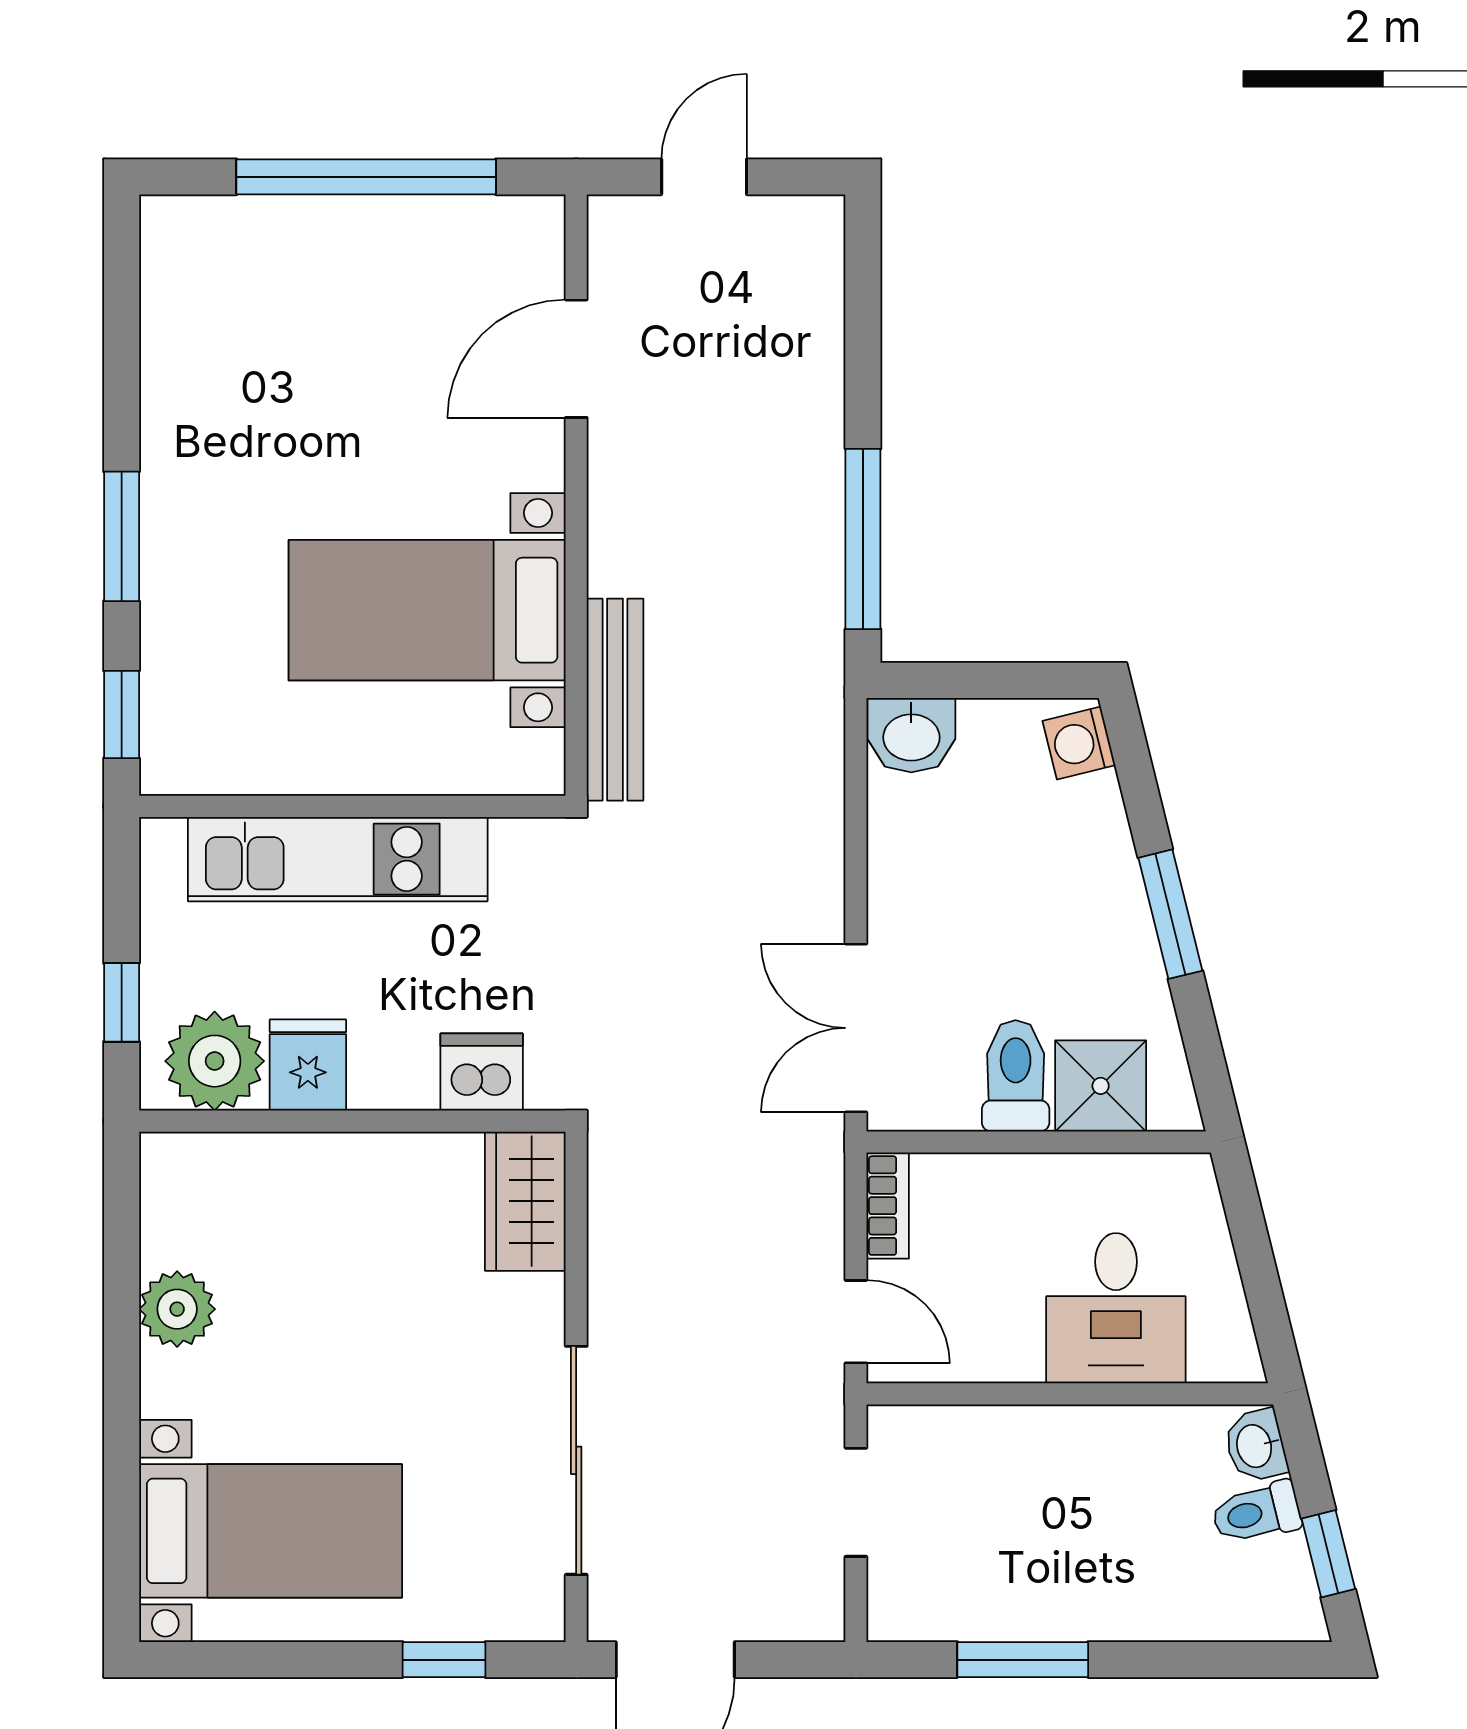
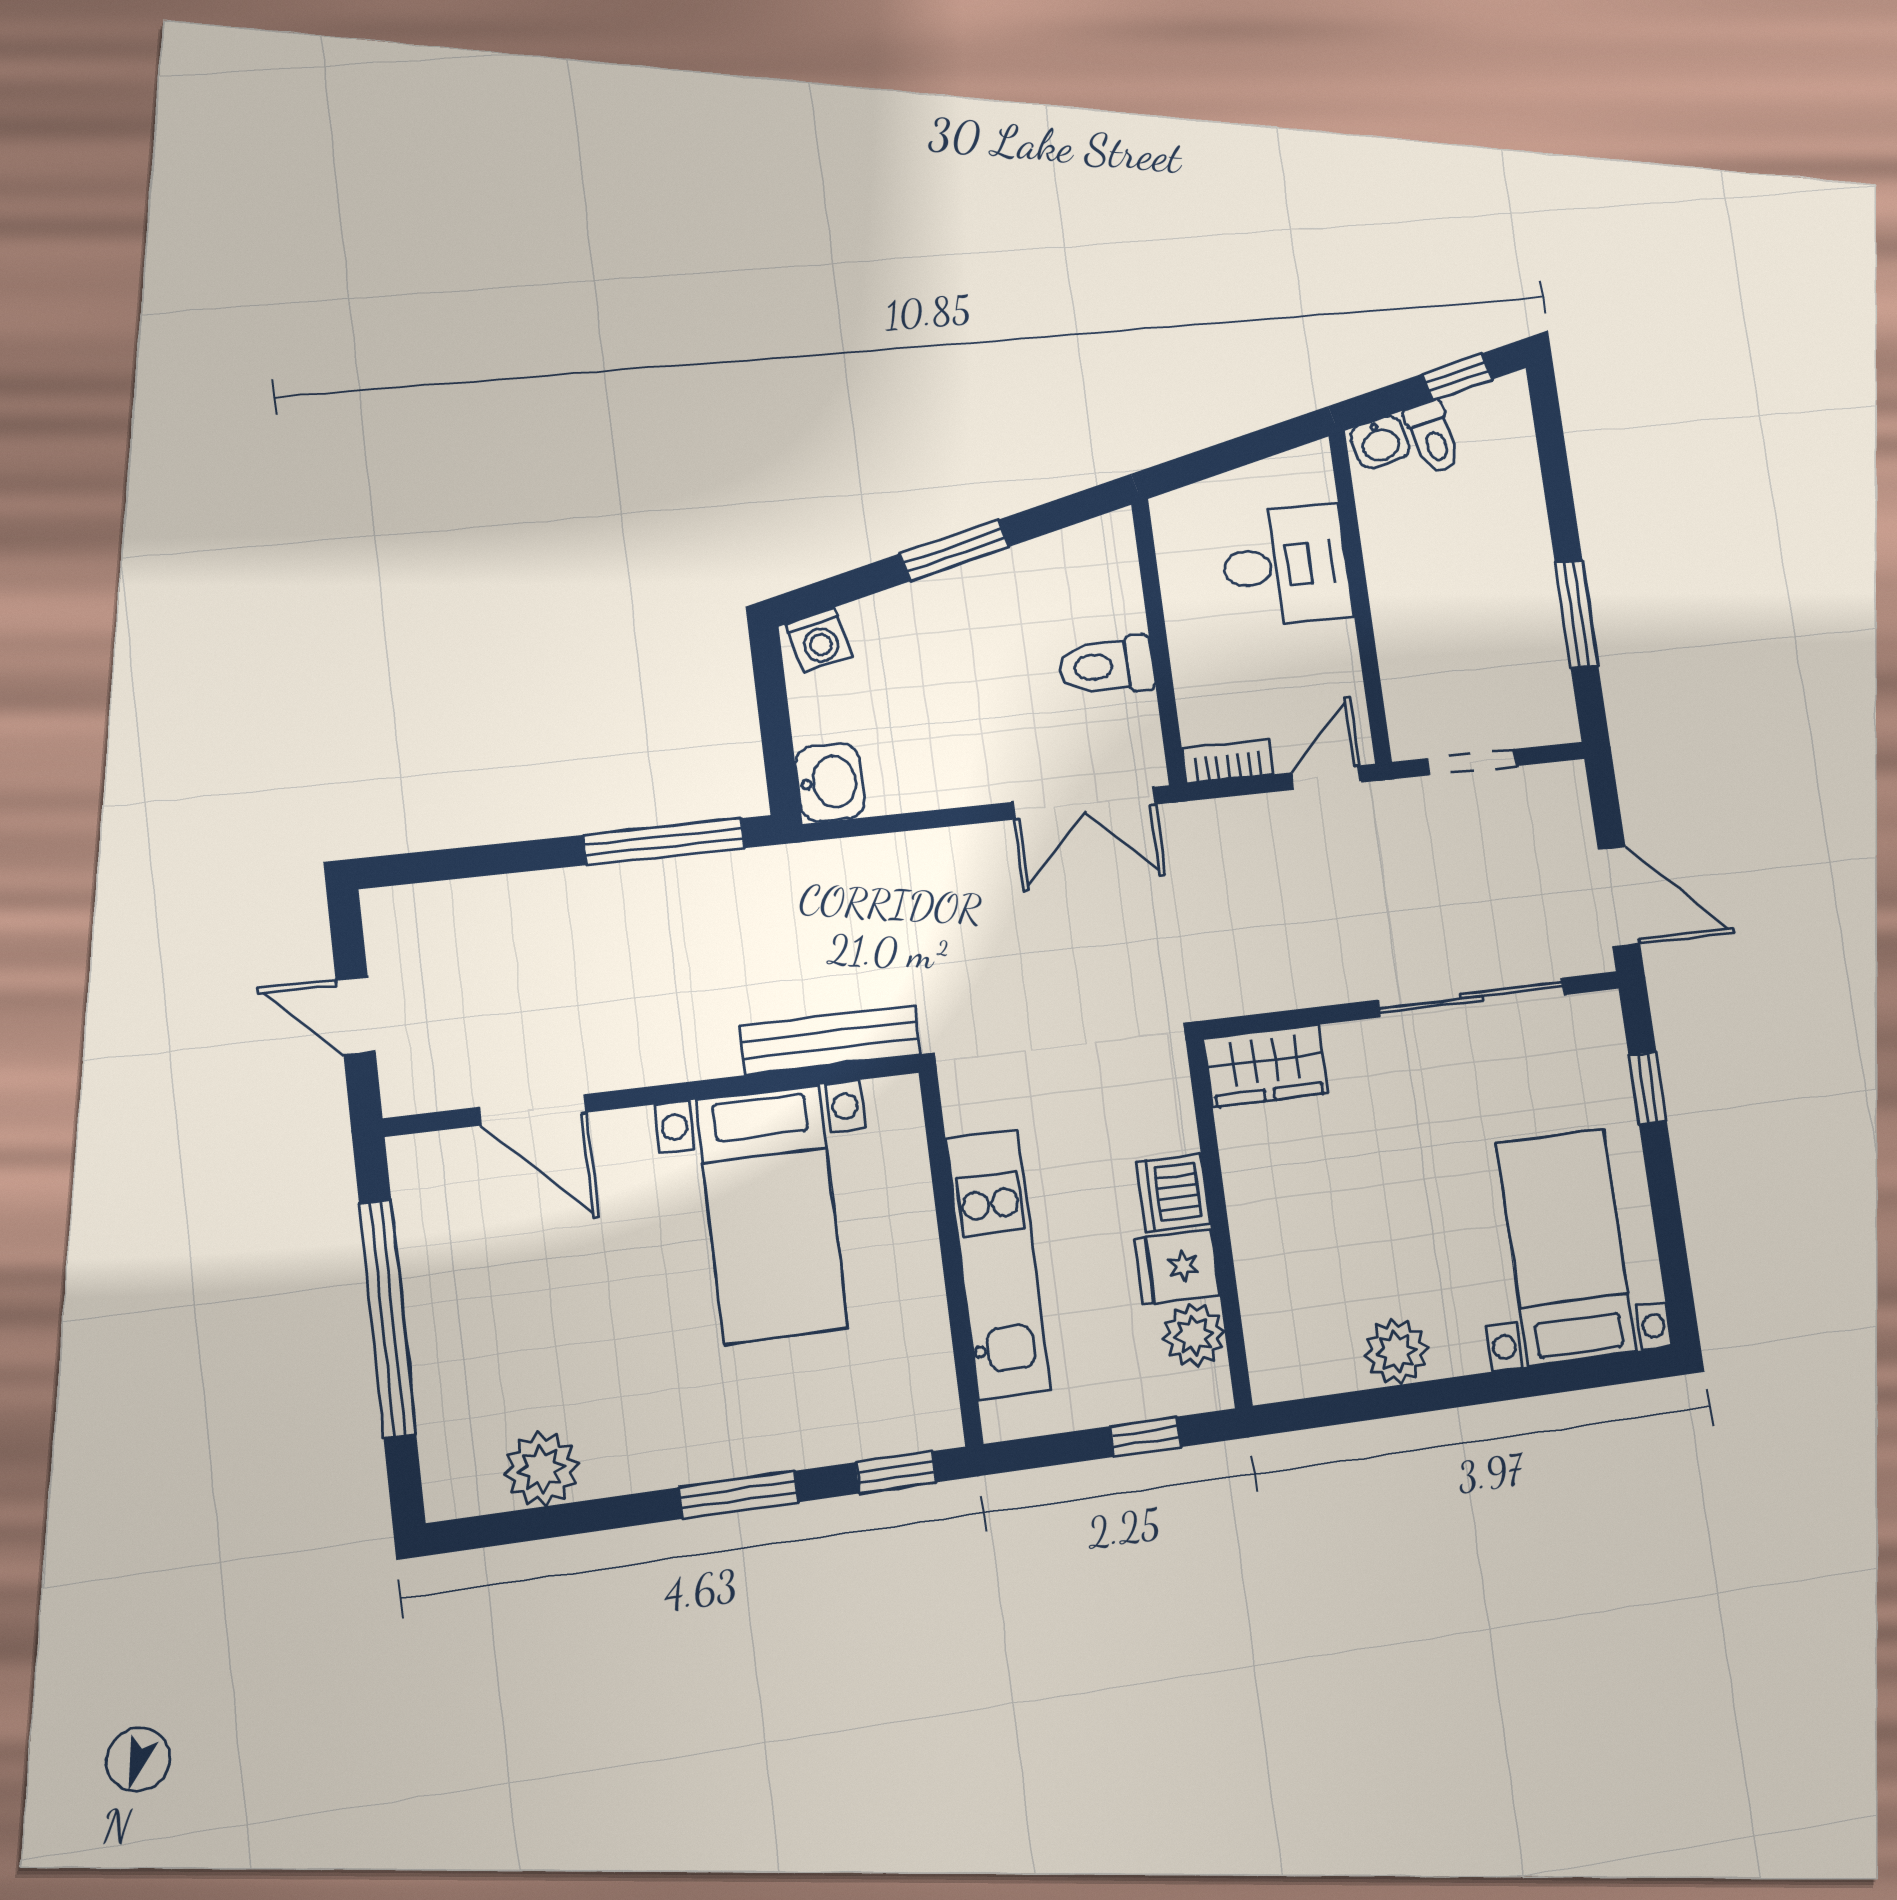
plant: (180, 325) -> (542, 1469), added
plant: (215, 1061) -> (1194, 1335), width x0.73, depth x0.73
dishwasher: (482, 1072) -> (1173, 1193), moved
shower: (1101, 1086) -> (1105, 595), removed

